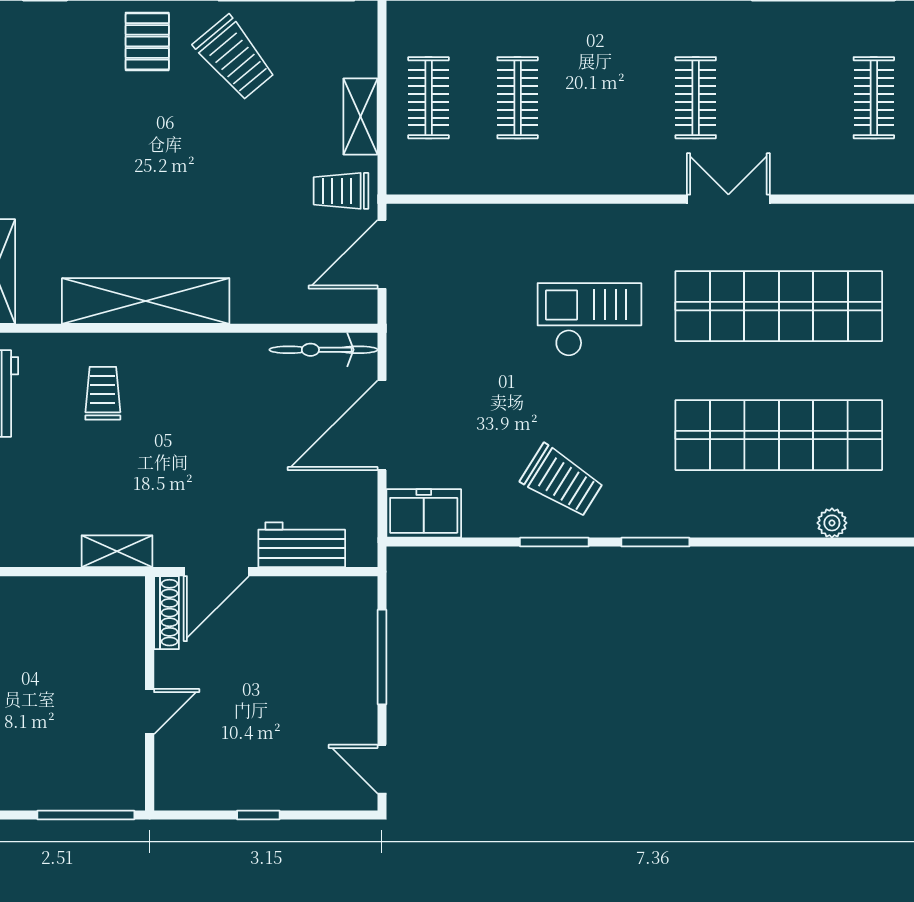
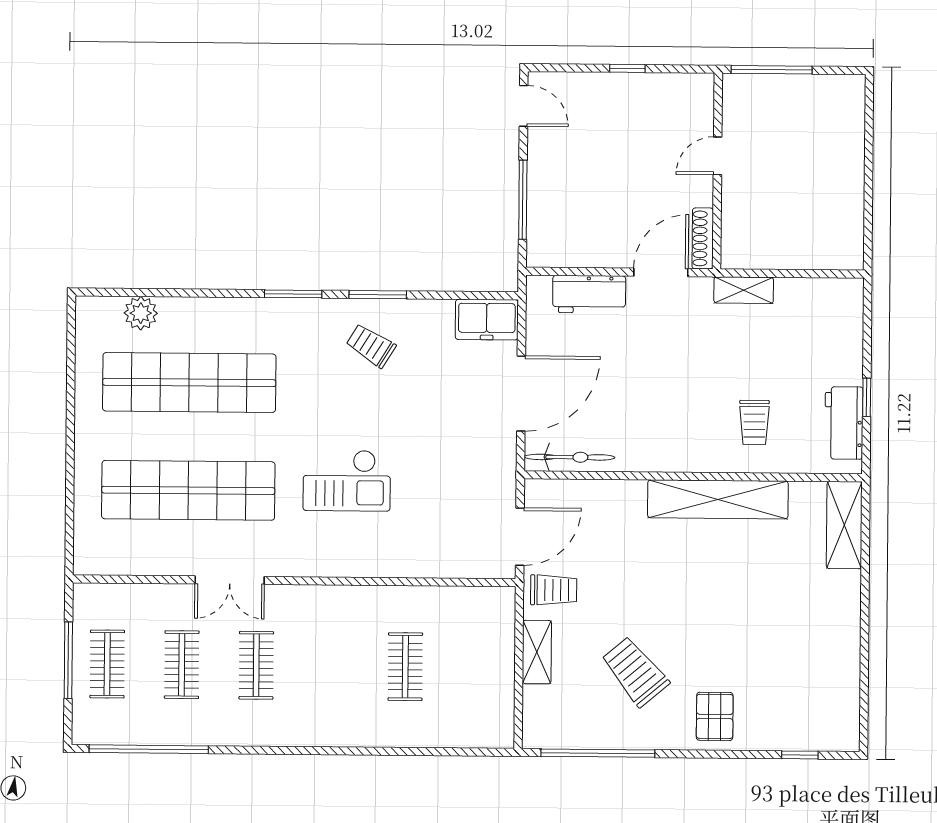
trolley: (235, 58) -> (635, 672), moved
clothes rail: (429, 98) -> (182, 665), moved
trolley: (562, 481) -> (371, 346), width x0.73, depth x0.72
plant: (832, 523) -> (141, 313), width x1.38, depth x1.38

